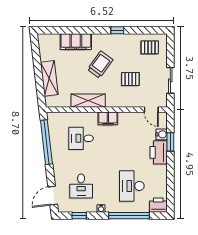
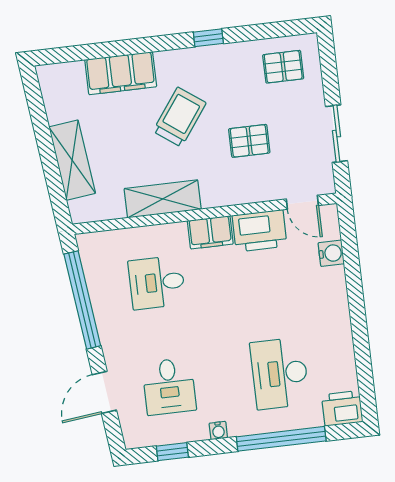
window: (170, 142) -> (352, 268), removed
printer: (159, 152) -> (260, 231), moved, turned -90
door: (53, 196) -> (104, 392), moved

